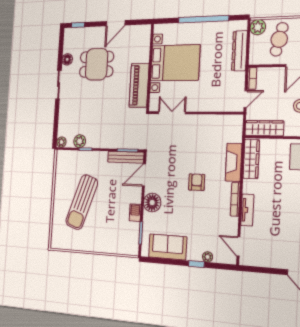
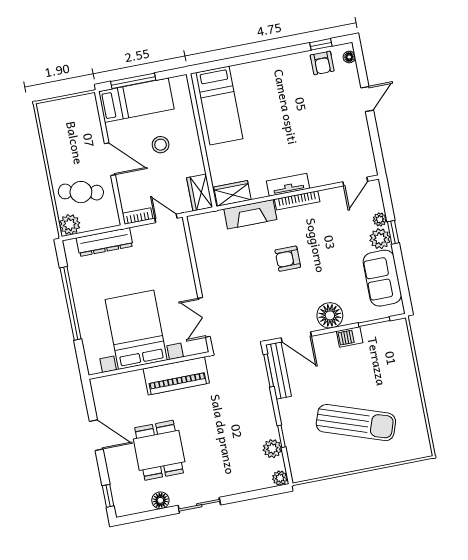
wardrobe: (264, 128) -> (200, 192), width x0.67
wardrobe: (251, 159) -> (232, 193), width x0.67
tv unit: (247, 210) -> (288, 185), moved
plant: (194, 253) -> (380, 239), added

